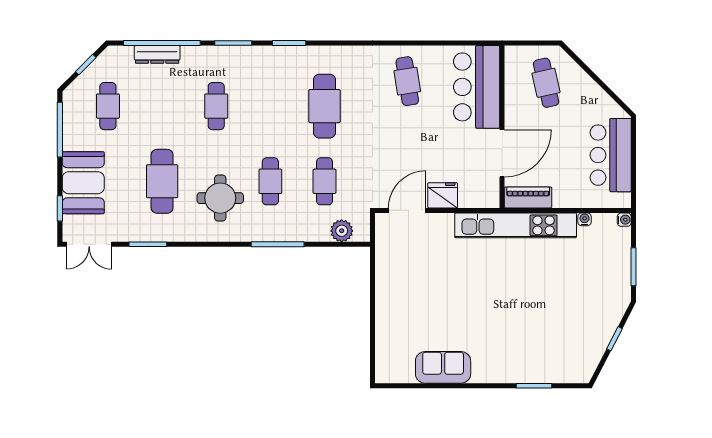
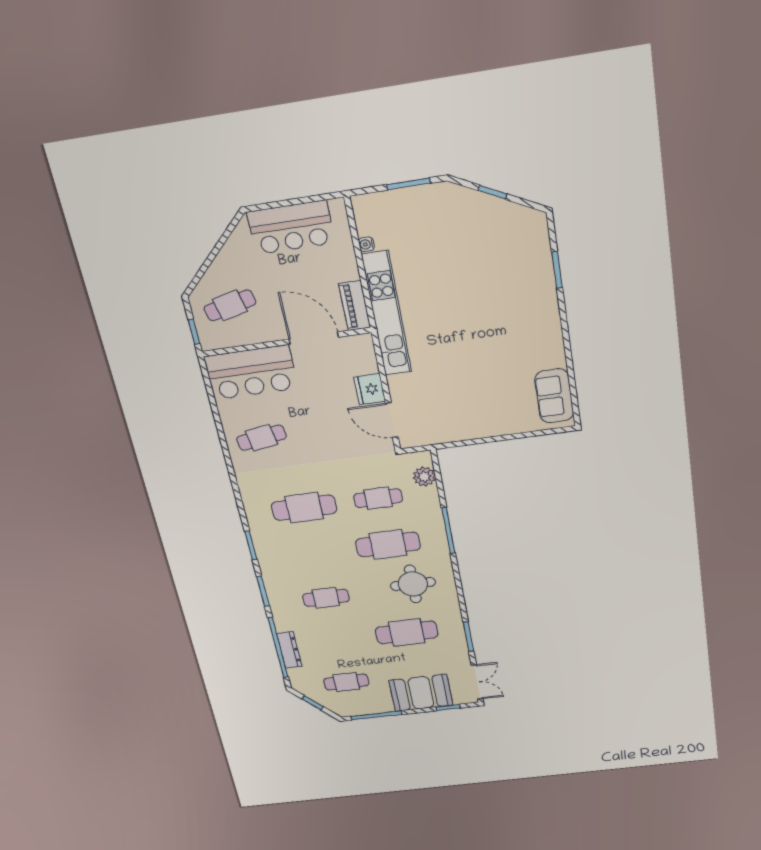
window: (526, 43) -> (194, 332), added
cafe table: (270, 181) -> (388, 544), width x1.37, depth x1.35
water cooler: (624, 220) -> (358, 202), removed
sofa: (443, 367) -> (554, 396), moved

